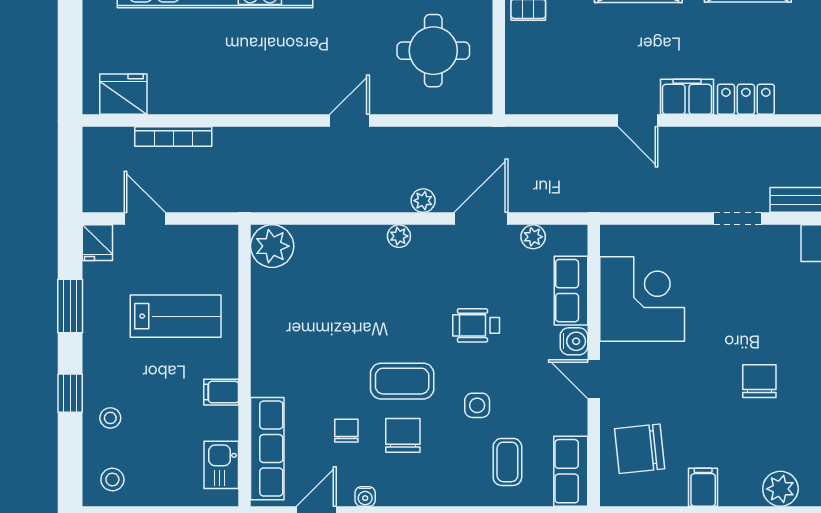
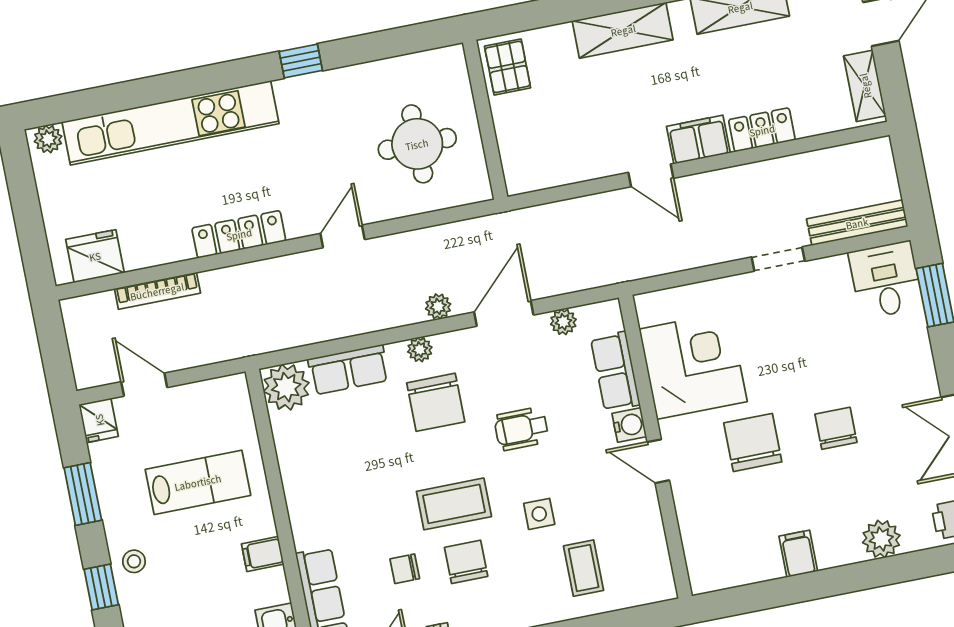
locker: (257, 100) -> (239, 234), added
chair: (404, 286) -> (436, 402), added
stool: (110, 418) -> (134, 561), moved
chair: (346, 431) -> (405, 569), turned -90
chair: (640, 449) -> (753, 442), moved, turned 96
row of seats: (571, 471) -> (348, 370), moved, turned -90

